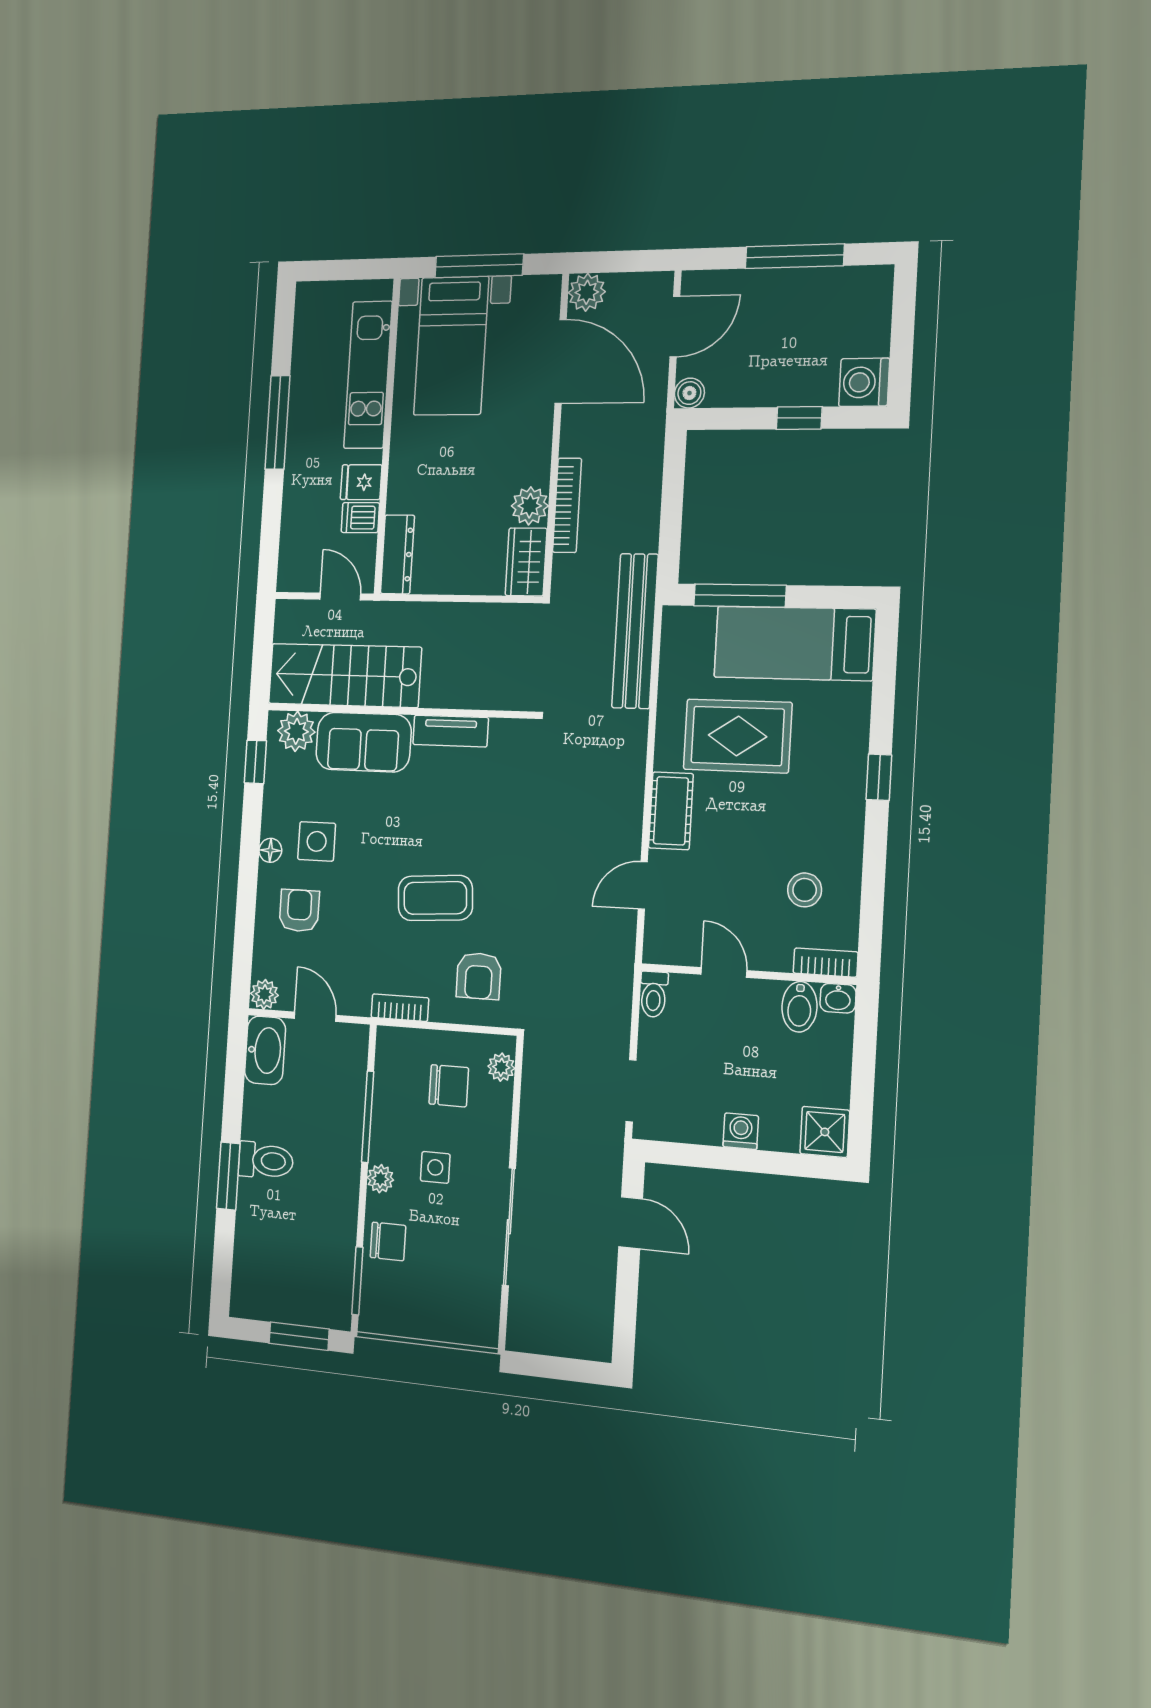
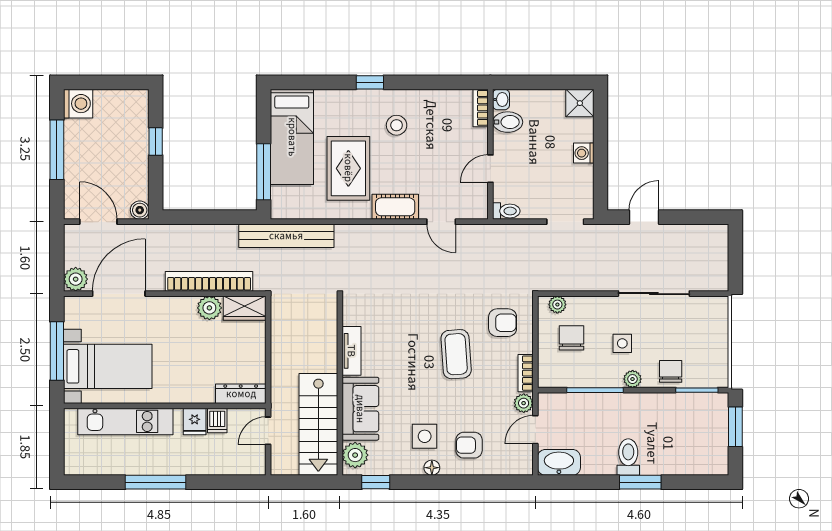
washing machine: (864, 382) -> (78, 104), moved, turned -90
bookcase: (567, 505) -> (209, 281), width x1.48, depth x1.31
stool: (805, 890) -> (397, 125), moved
plant: (264, 994) -> (524, 403), moved

